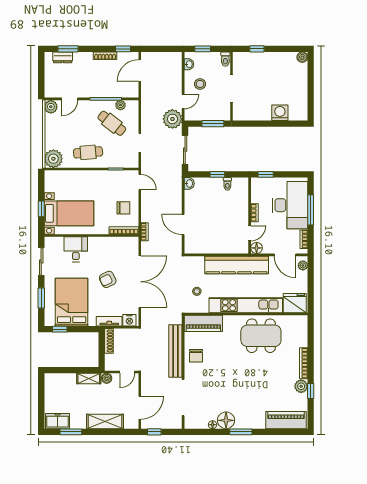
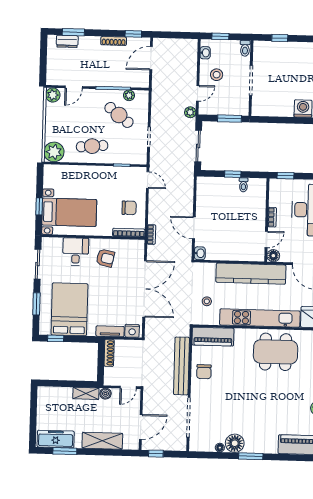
plant: (172, 119) -> (190, 112), width x0.53, depth x0.53
washbasin: (189, 183) -> (200, 253), moved
armchair: (108, 279) -> (105, 258), moved, turned -142
freezer: (57, 421) -> (56, 439), width x1.40

